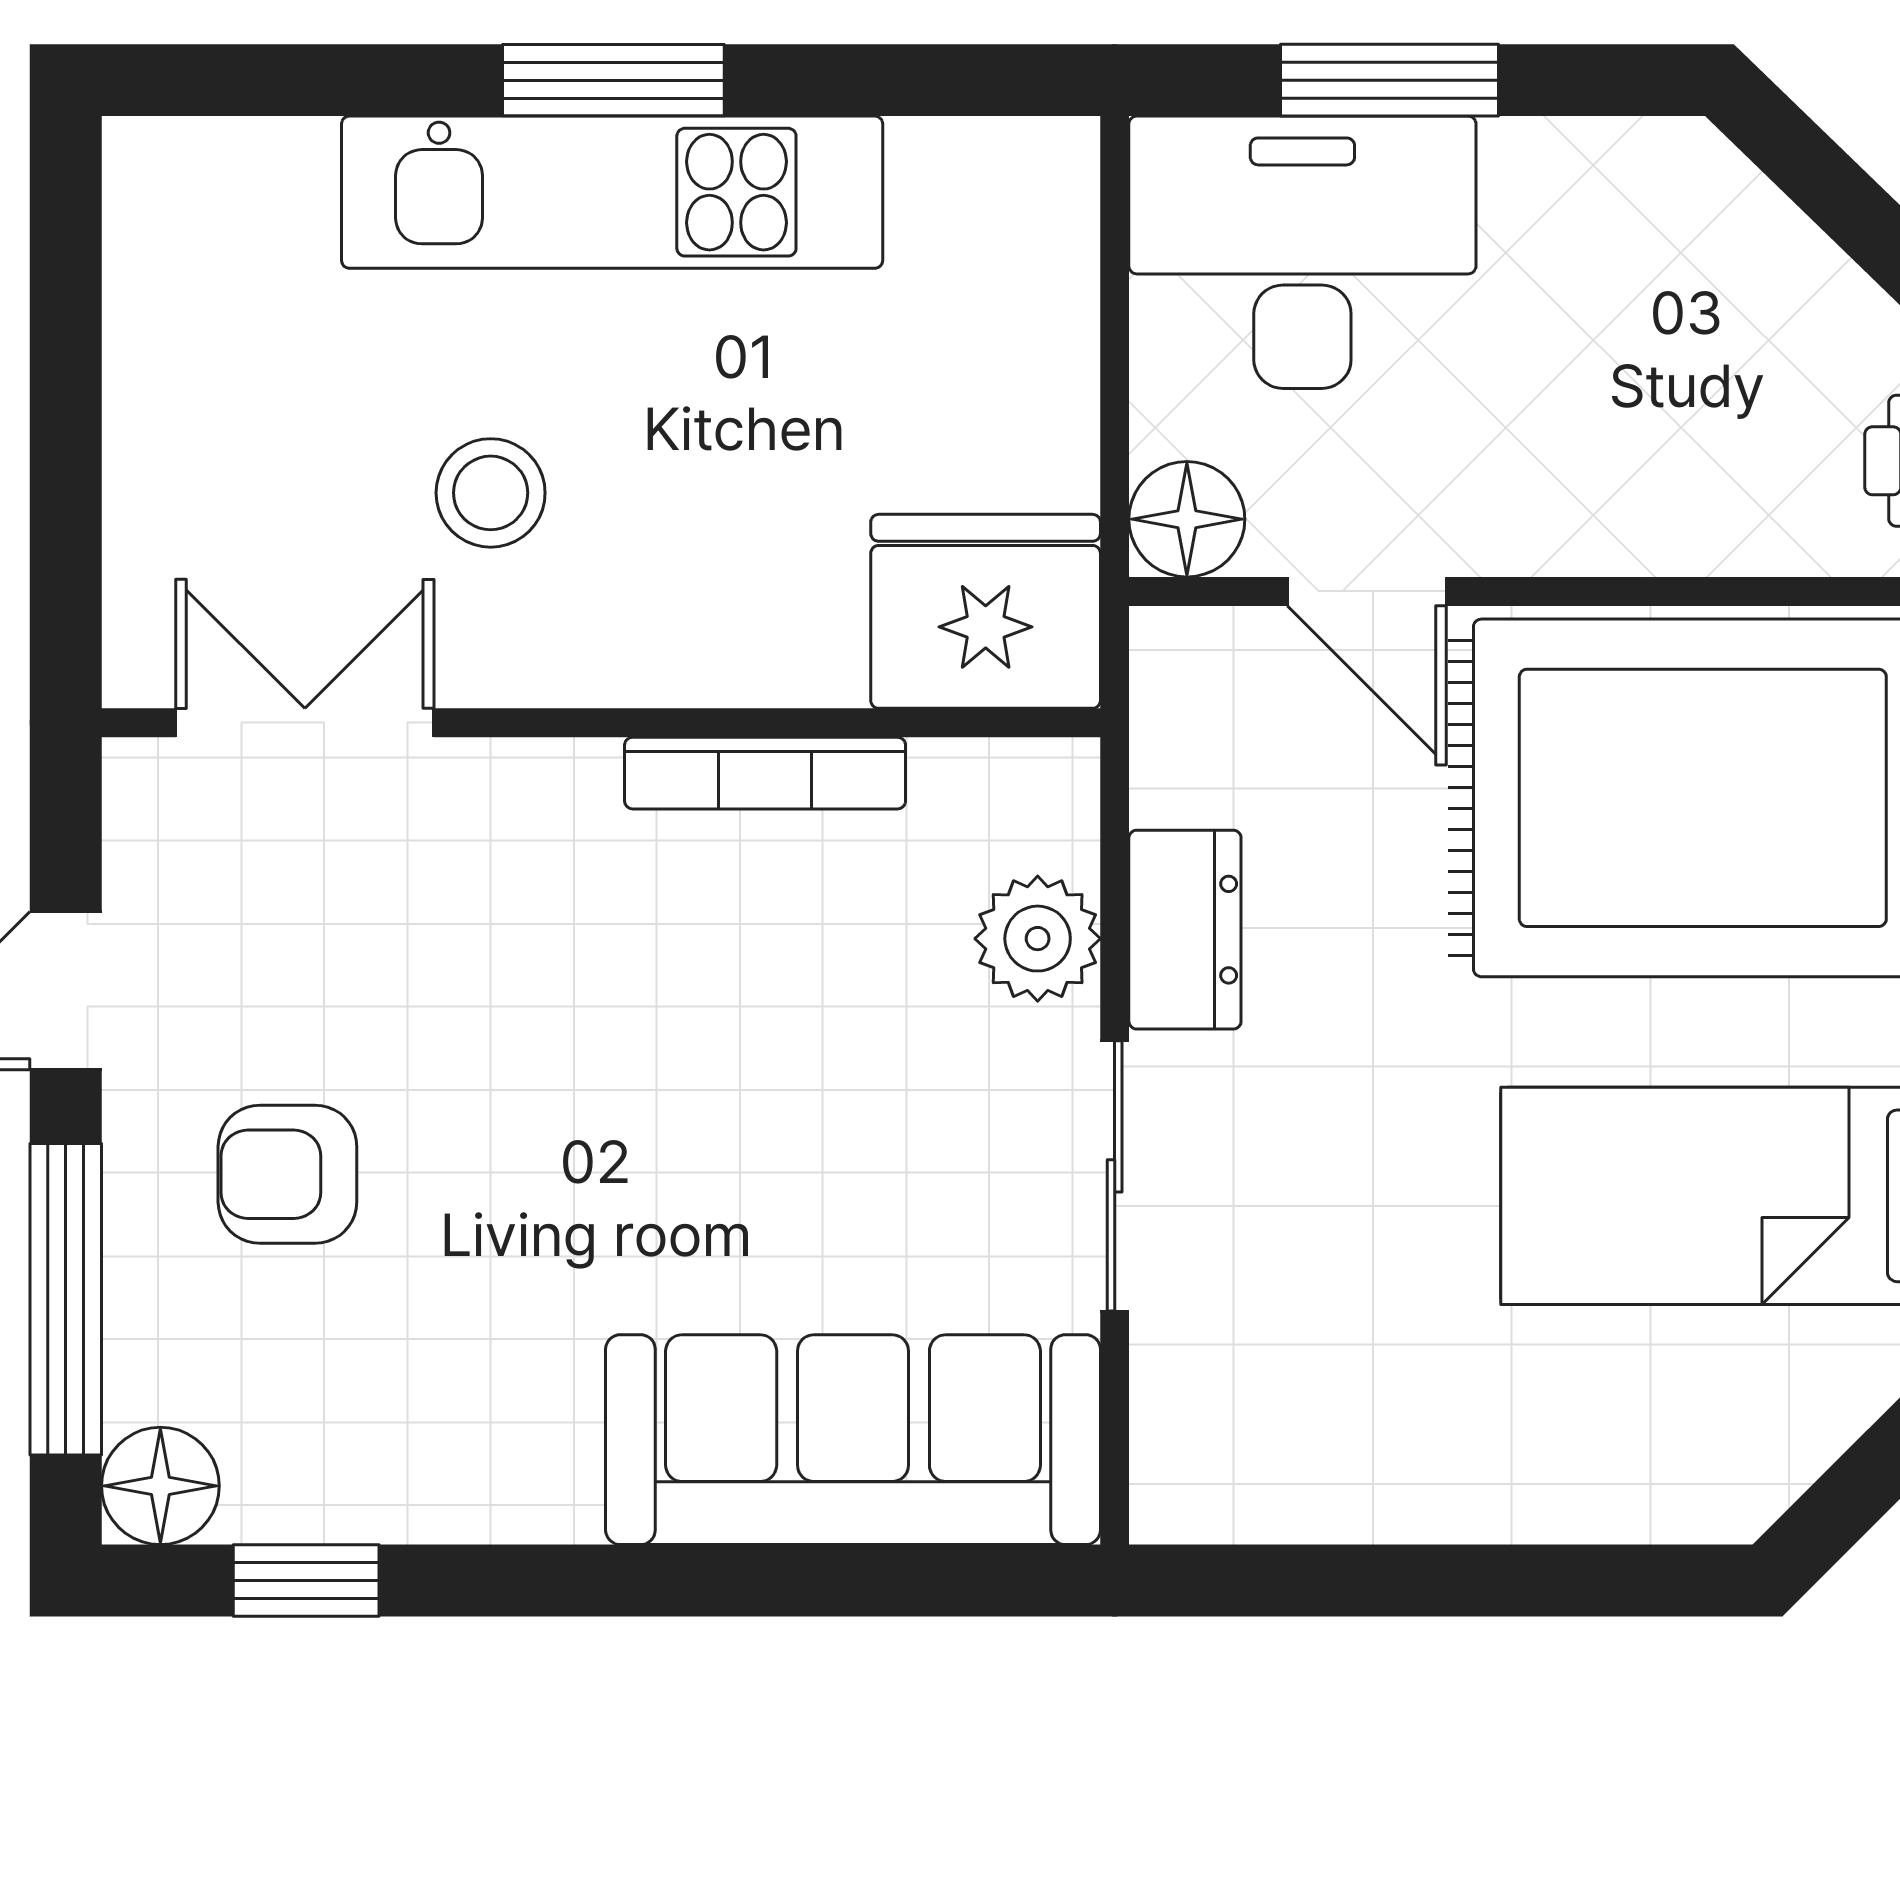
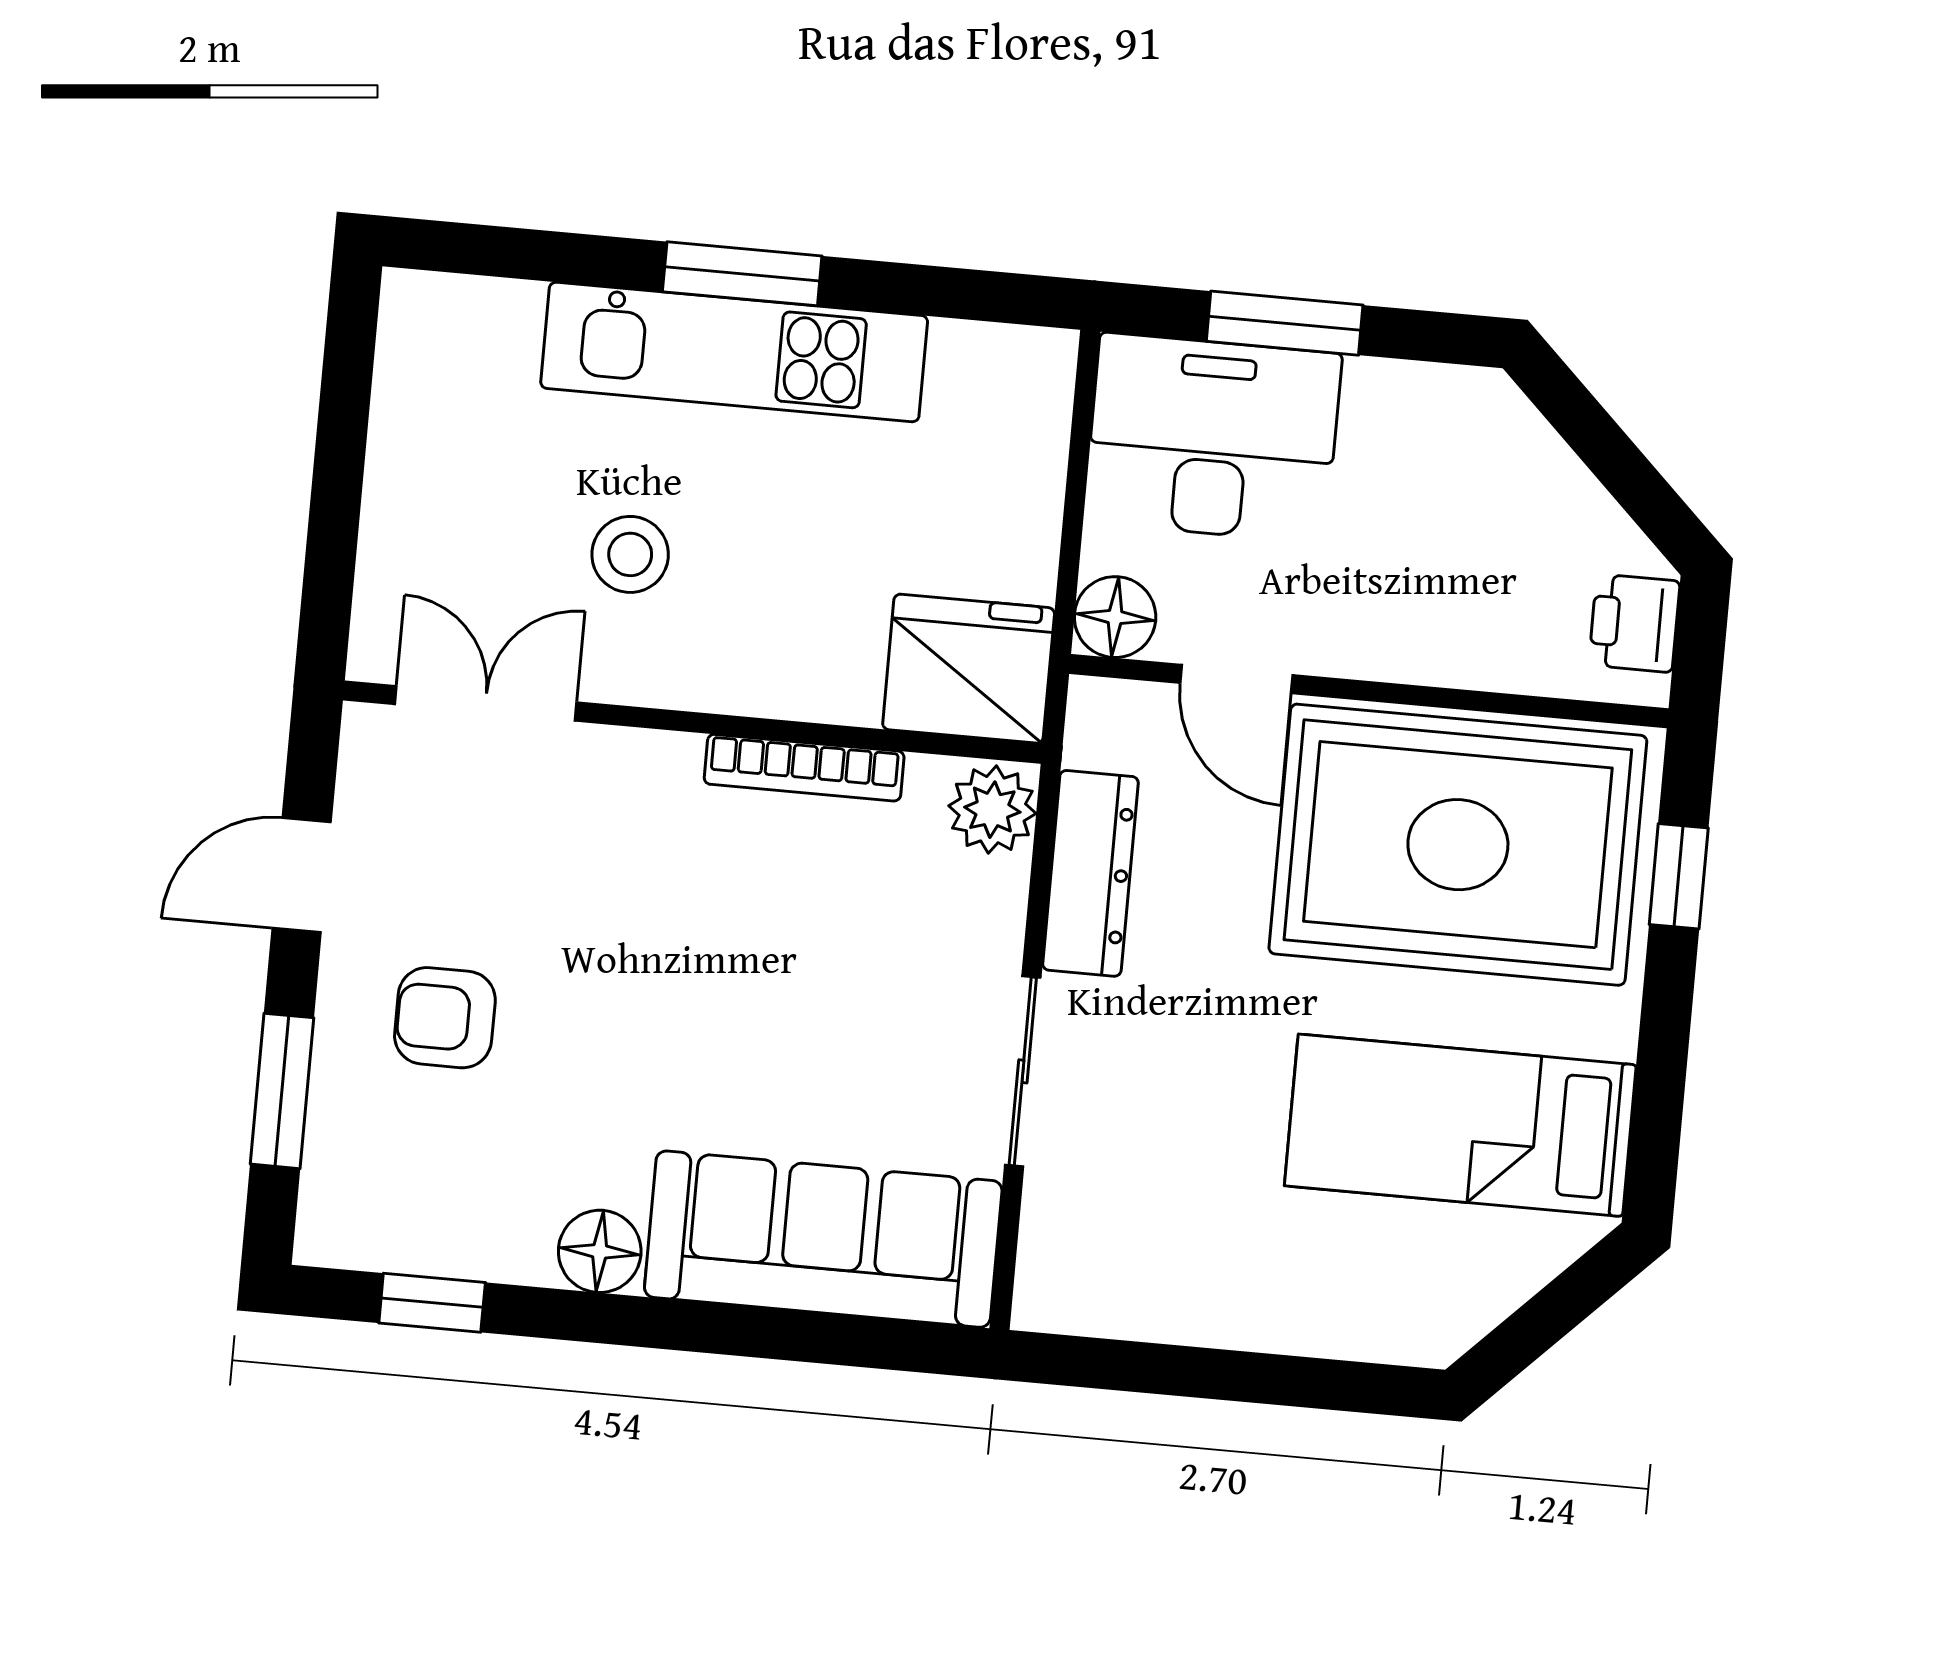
dresser: (1185, 930) -> (1090, 873), width x1.44
plant: (1038, 939) -> (992, 810), moved
window: (66, 1299) -> (282, 1091), width x0.69
floor lamp: (160, 1486) -> (600, 1251), moved

